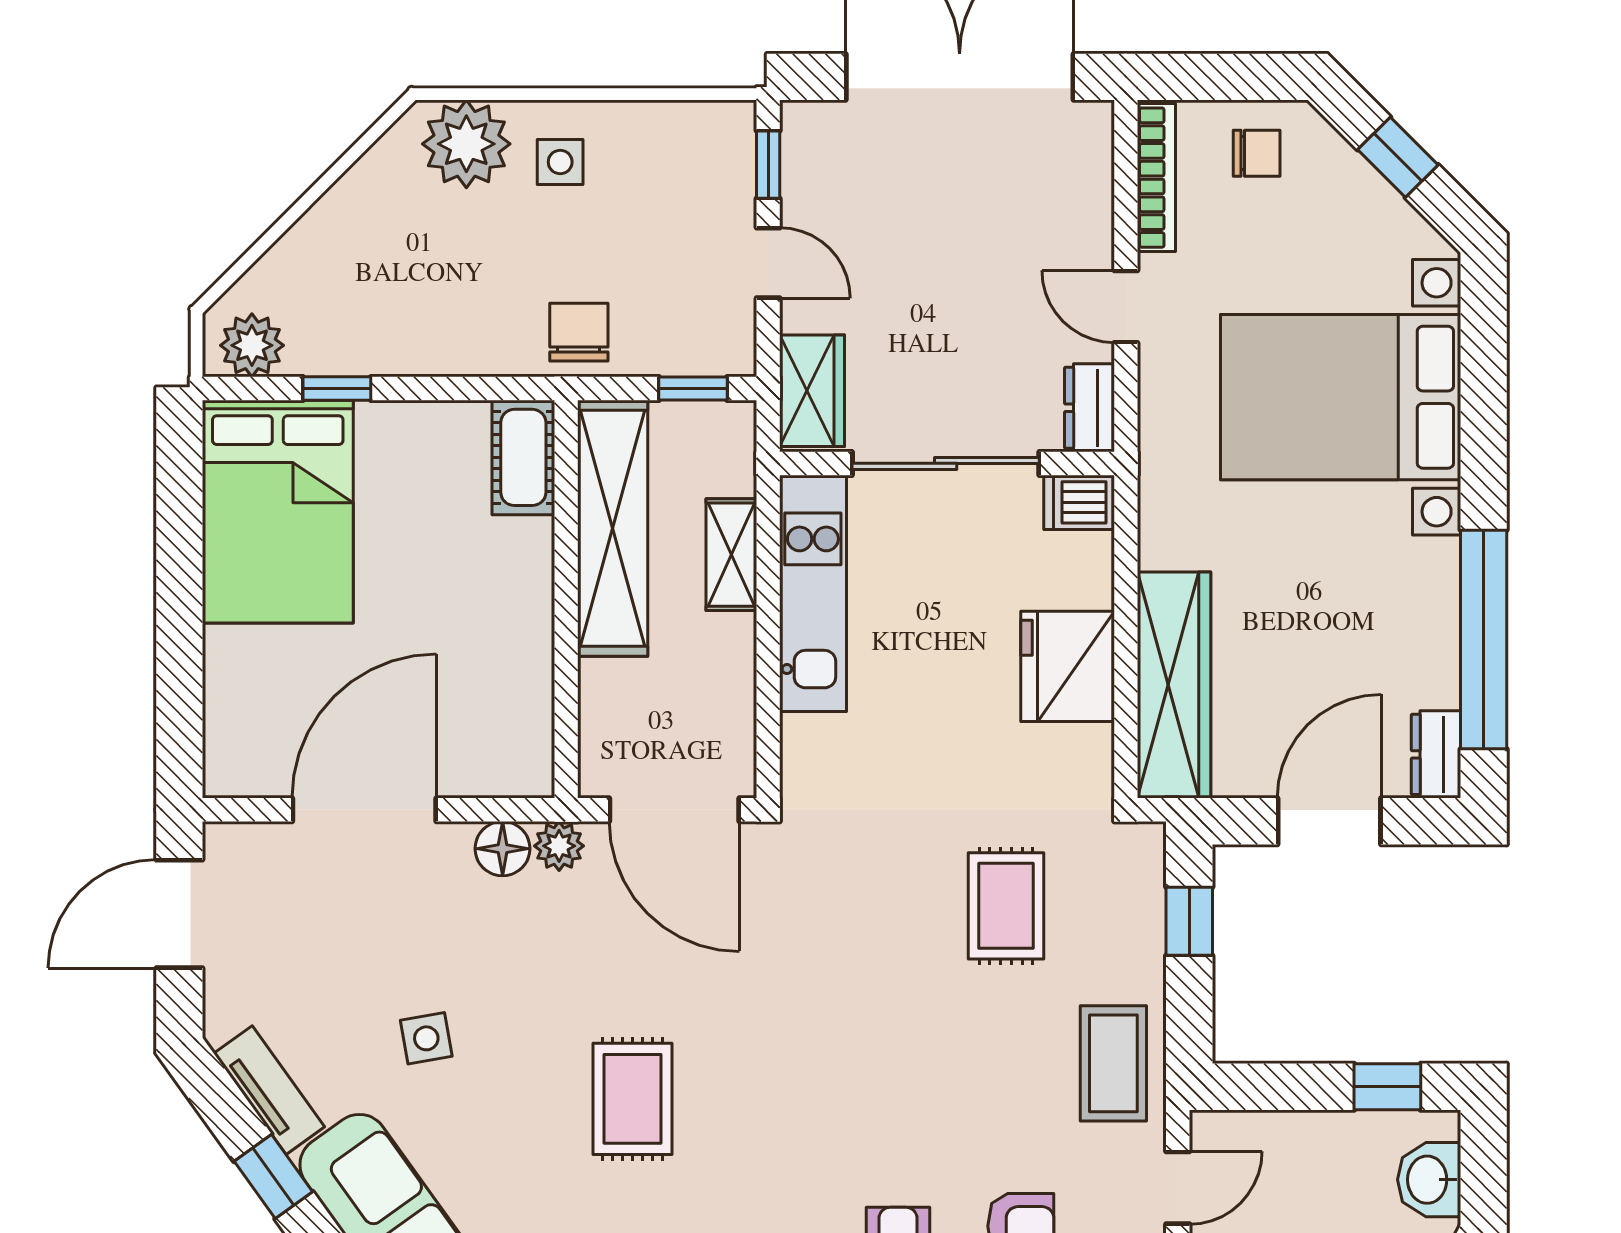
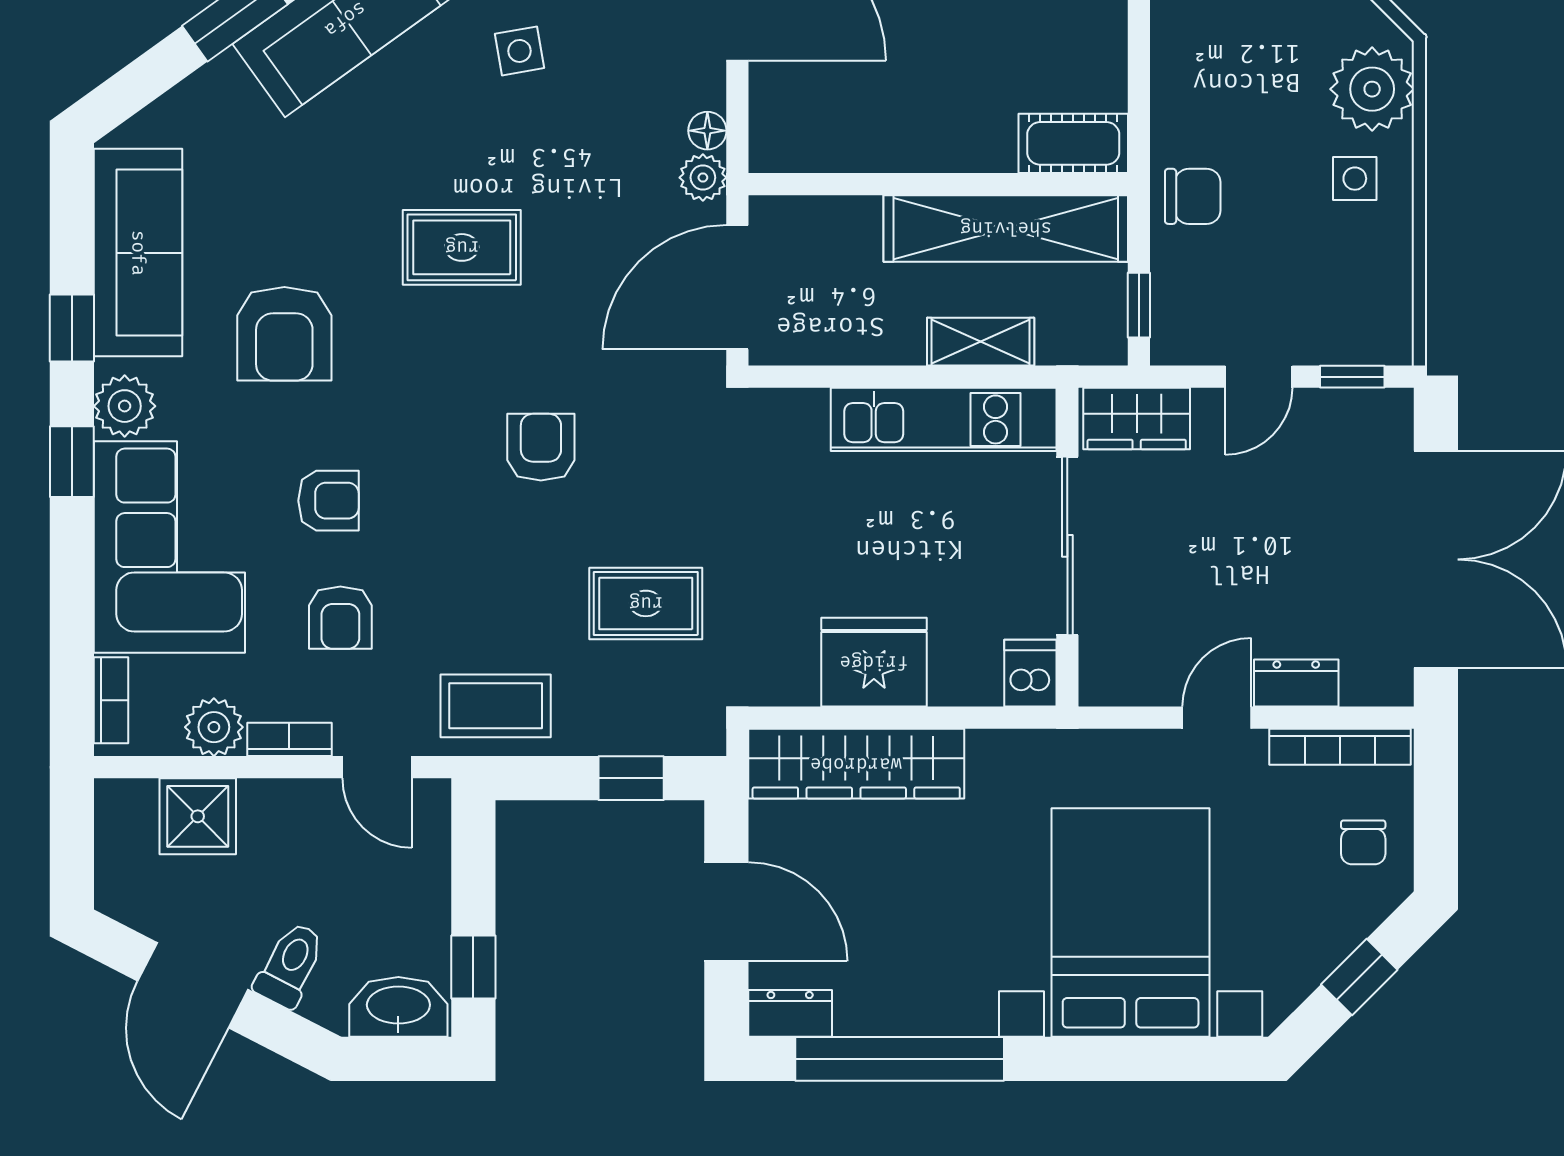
dresser: (1089, 408) -> (1296, 683), moved
floor lamp: (503, 849) -> (707, 131), width x0.73, depth x0.73
armchair: (842, 1016) -> (541, 447), added
washbasin: (1429, 1180) -> (398, 1007), width x1.38

